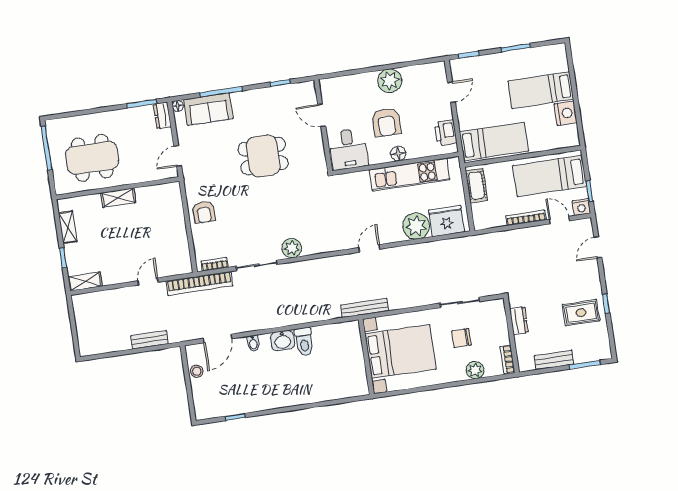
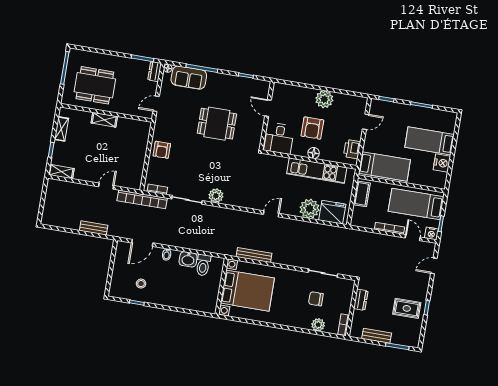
bed with nightstands: (401, 351) -> (247, 291), moved
wall: (366, 357) -> (222, 286), moved
stool: (197, 371) -> (141, 284), moved

